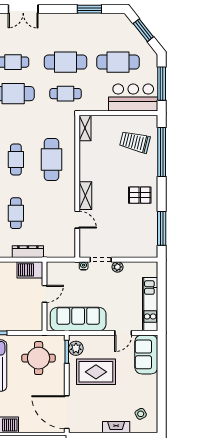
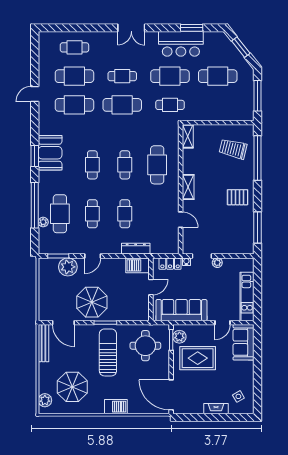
bar counter: (133, 98) -> (181, 44), moved, turned 180
shelving: (85, 196) -> (188, 187), moved
locker: (66, 268) -> (170, 264), added

